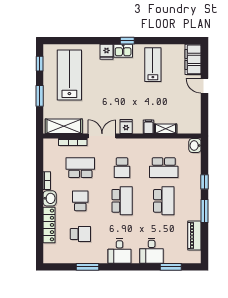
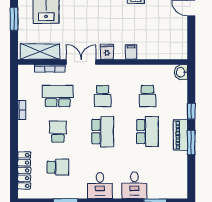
shelving: (166, 129) -> (149, 54), removed
school desk: (164, 168) -> (147, 96), width x0.54
washbasin: (50, 198) -> (25, 129), removed
locker: (49, 225) -> (24, 170), moved
piano: (194, 235) -> (180, 135), moved

